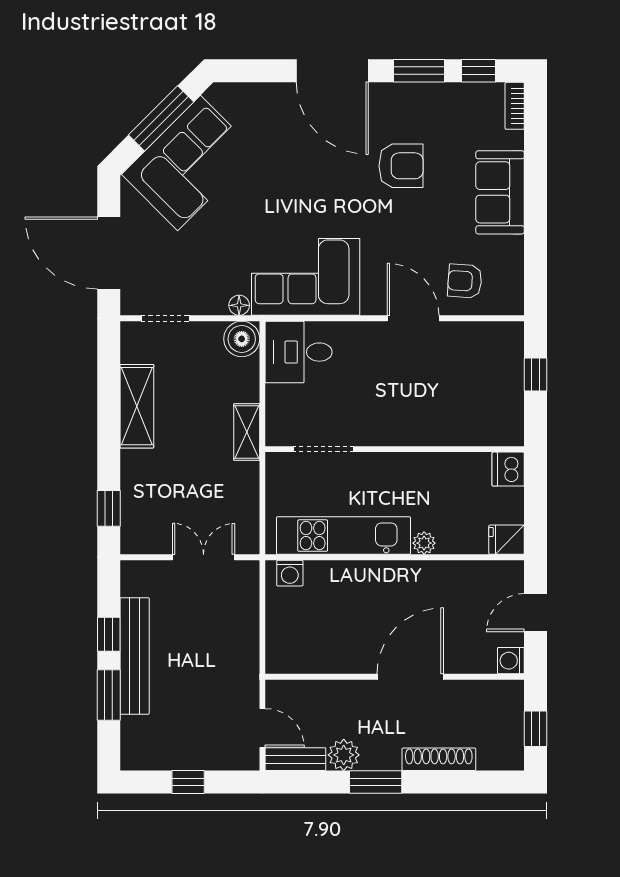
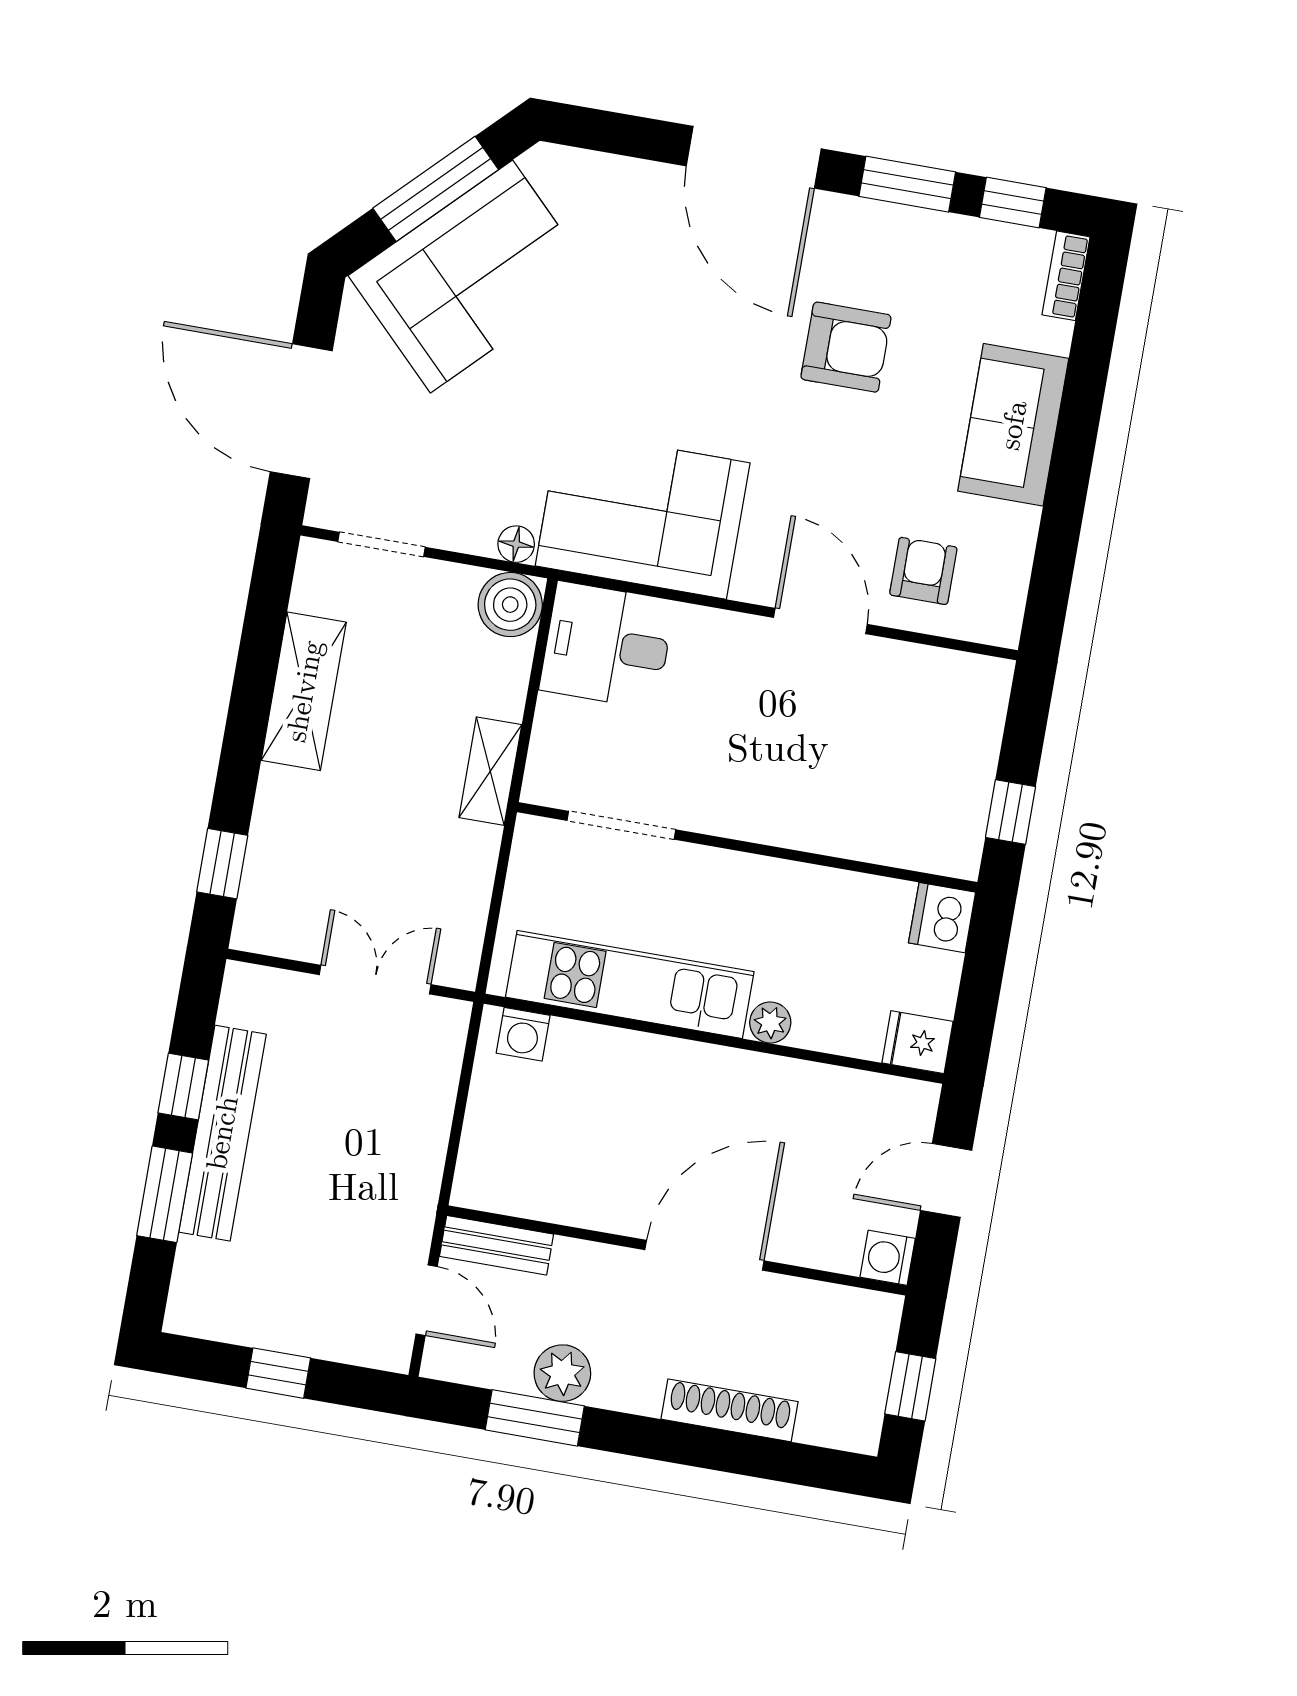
armchair: (465, 281) -> (923, 571), turned 86
window: (536, 375) -> (1011, 812), moved
bench: (295, 759) -> (497, 1245), moved
window: (376, 782) -> (535, 1418), moved

